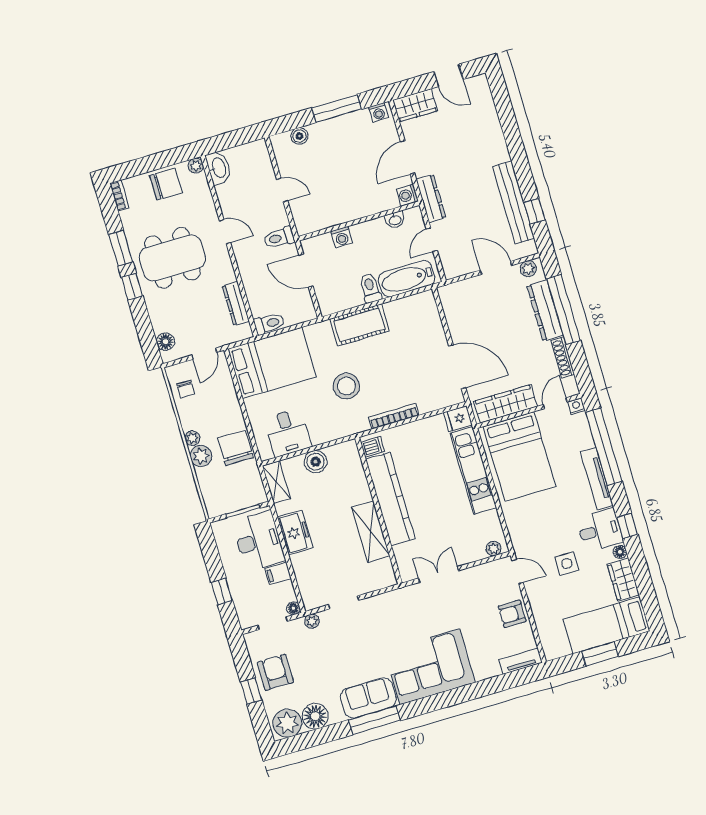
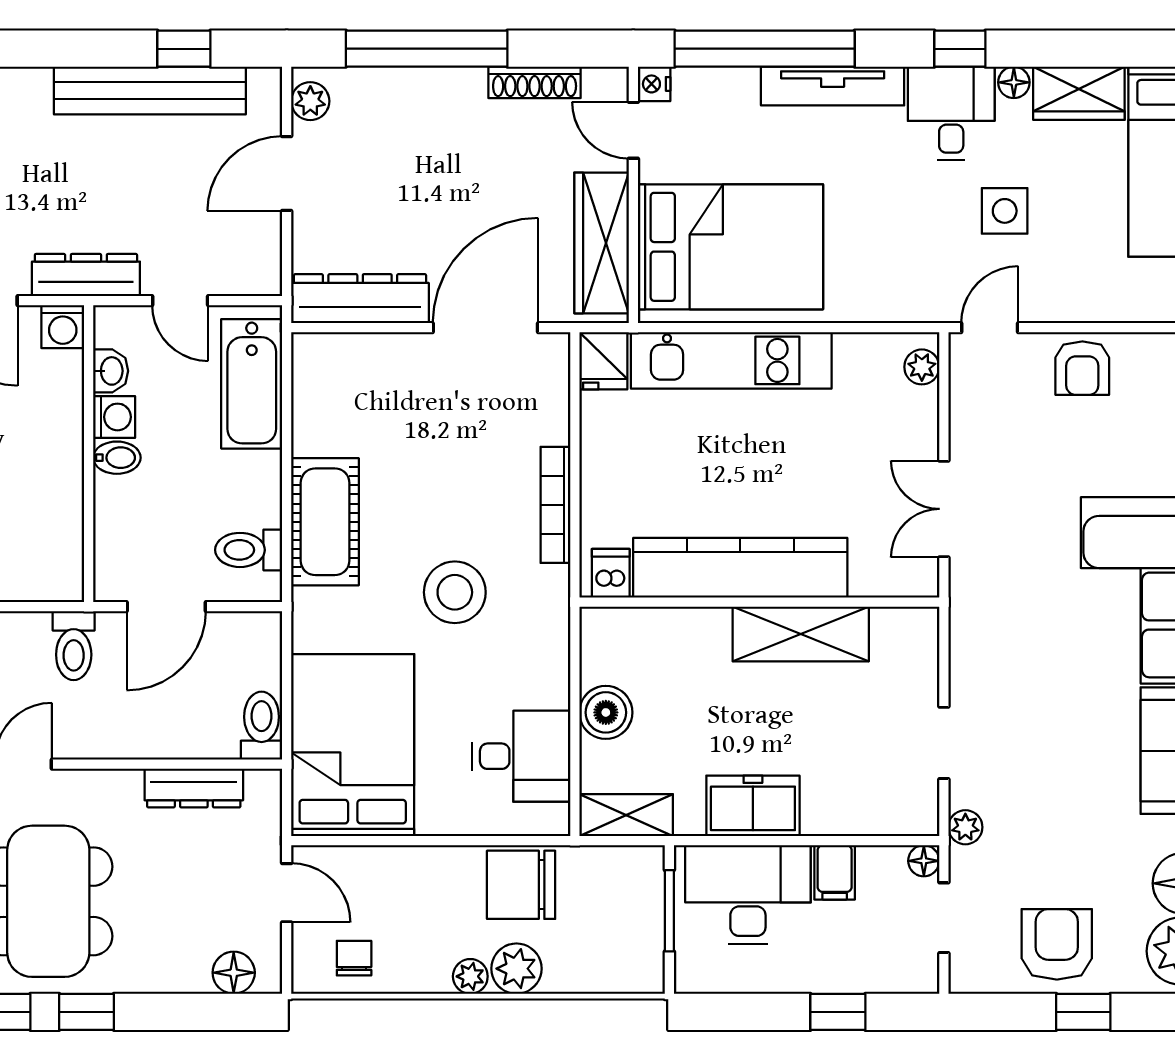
bidet: (361, 233) -> (117, 458), added
washing machine: (342, 237) -> (114, 417), moved
toilet: (370, 288) -> (249, 550), moved
dresser: (545, 310) -> (360, 299), moved, turned 180
chair: (186, 389) -> (354, 958), turned -90
armchair: (275, 672) -> (1057, 944), turned 90

